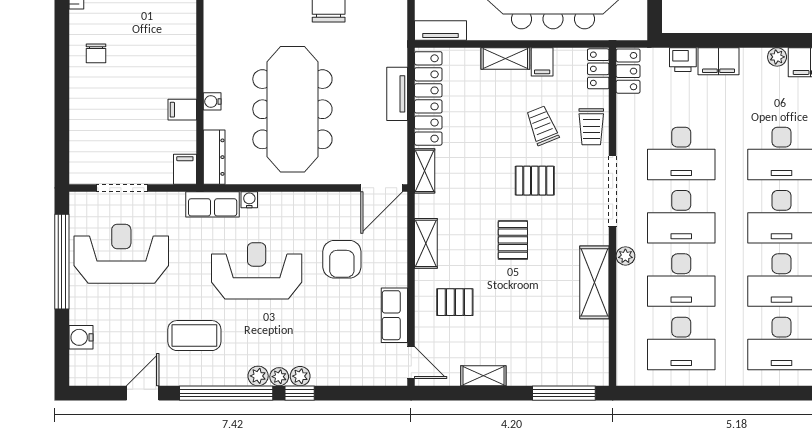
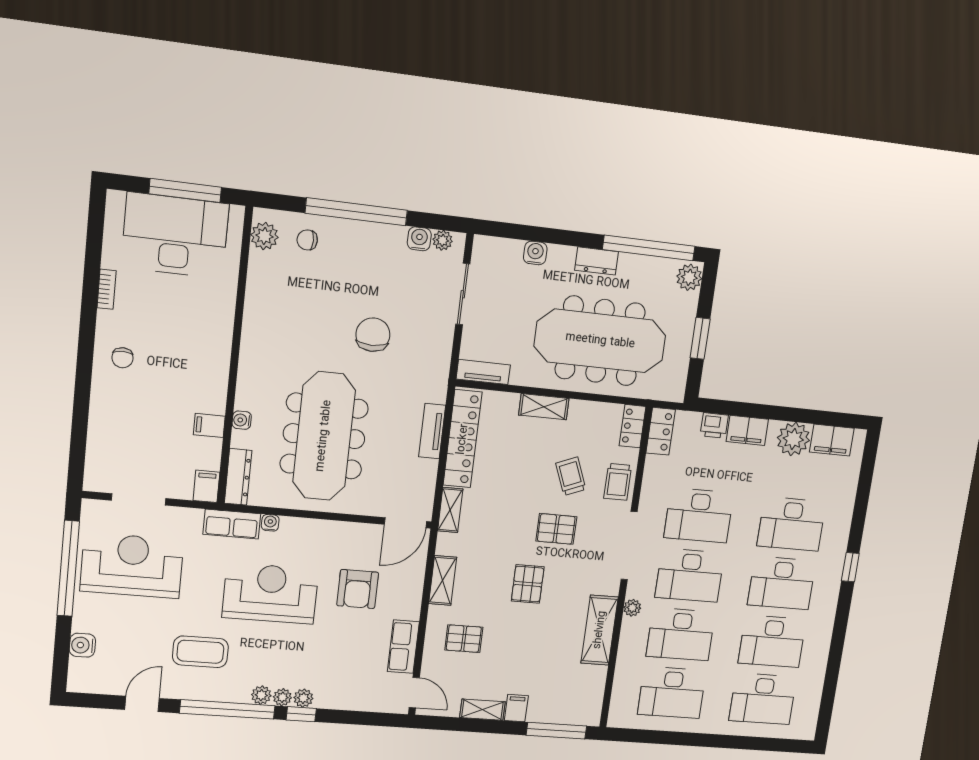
plant: (777, 57) -> (793, 439), width x1.87, depth x1.87
filing cabinet: (542, 62) -> (516, 708), moved, turned 180

